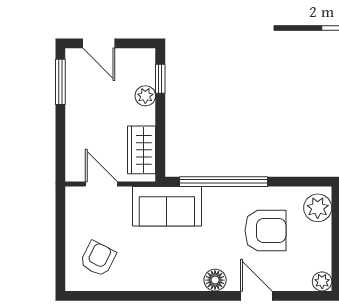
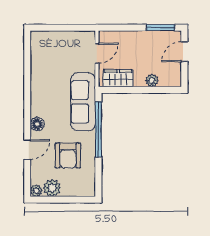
window: (160, 79) -> (162, 90), removed
sofa: (167, 206) -> (83, 102), width x1.36
plant: (318, 208) -> (52, 188), moved
armchair: (98, 259) -> (50, 51), removed

